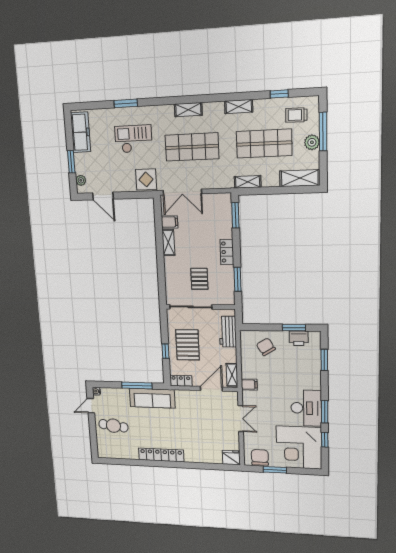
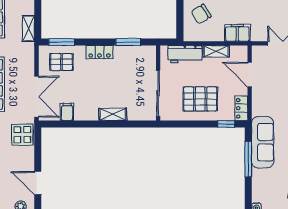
door: (103, 196) -> (38, 183), swing flipped
shelving: (168, 243) -> (113, 114), moved
pallet: (199, 279) -> (62, 62), moved
window: (165, 351) -> (226, 124), moved
shelving: (232, 375) -> (216, 51), moved
filing cabinet: (249, 385) -> (237, 33), width x2.00

